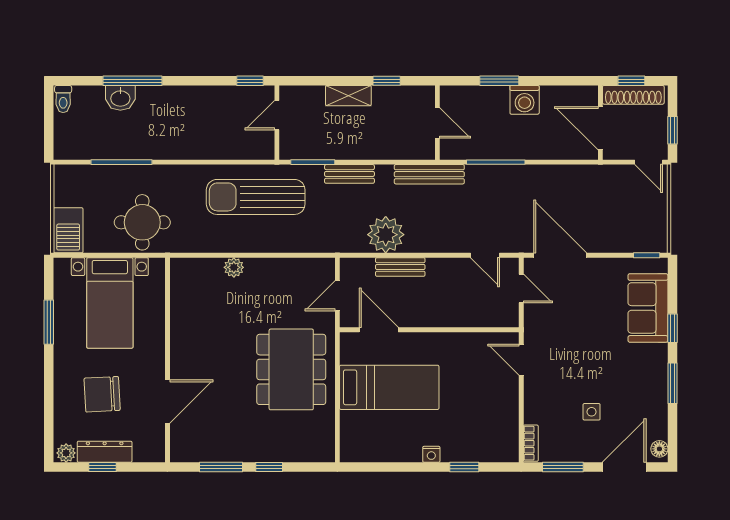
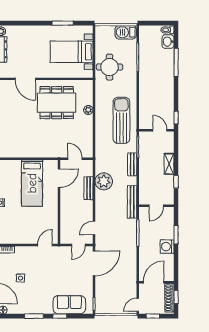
washbasin: (120, 98) -> (168, 42), moved
barbecue: (68, 230) -> (126, 32), moved
dining table: (291, 369) -> (57, 103), moved
chair: (102, 394) -> (29, 48), removed

